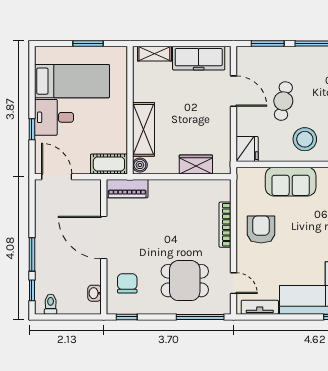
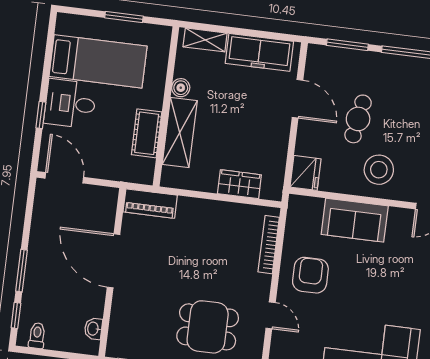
cot: (109, 164) -> (147, 133), moved, turned 90
boiler: (140, 165) -> (181, 88), moved
bookcase: (225, 225) -> (269, 245), moved
chair: (127, 283) -> (136, 321), removed
door: (233, 283) -> (271, 315), moved

